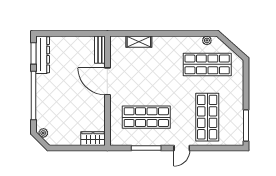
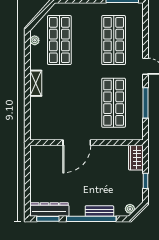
shelving: (139, 42) -> (36, 83), moved
bench: (100, 50) -> (99, 211), moved
shop shelf: (207, 117) -> (114, 40), turned 90
window: (70, 148) -> (145, 181), added

